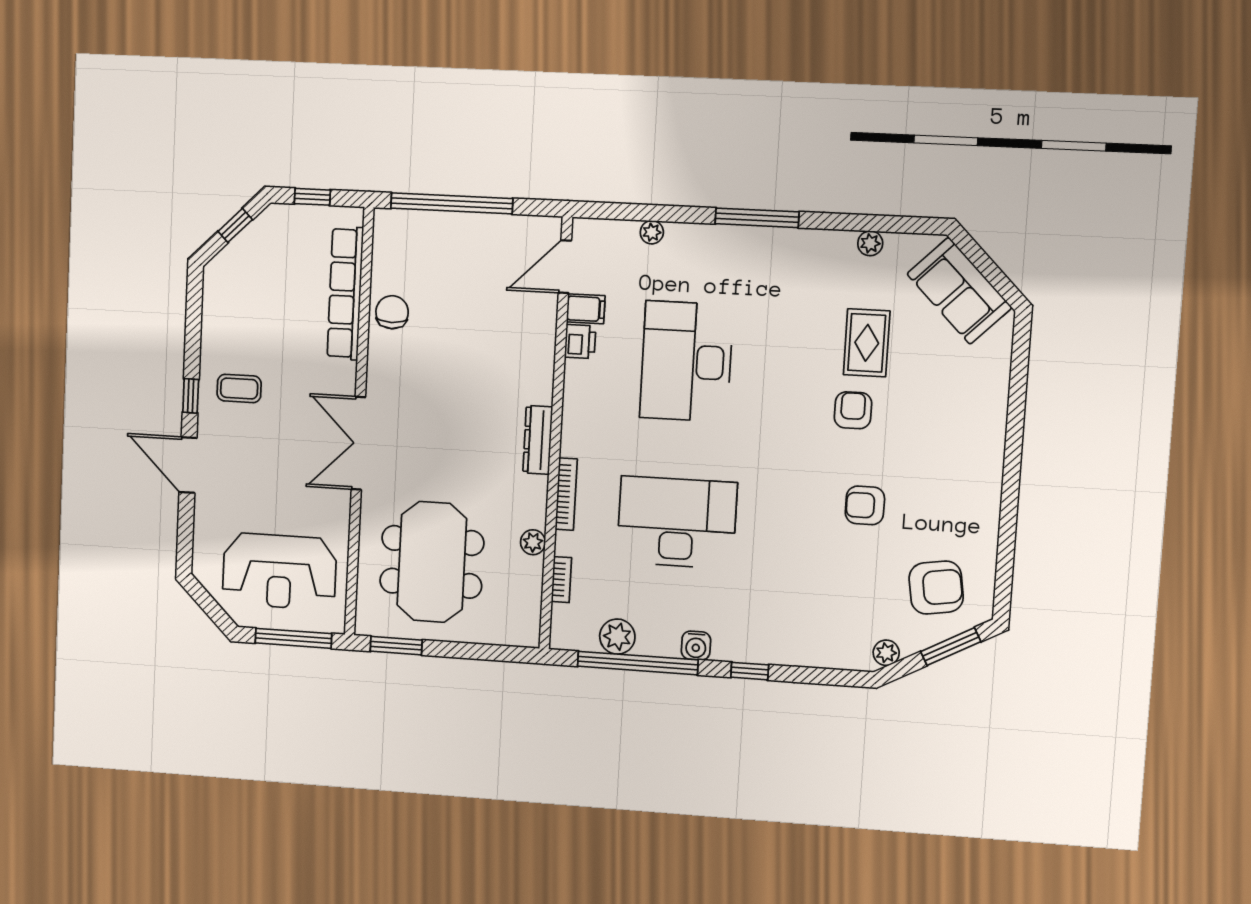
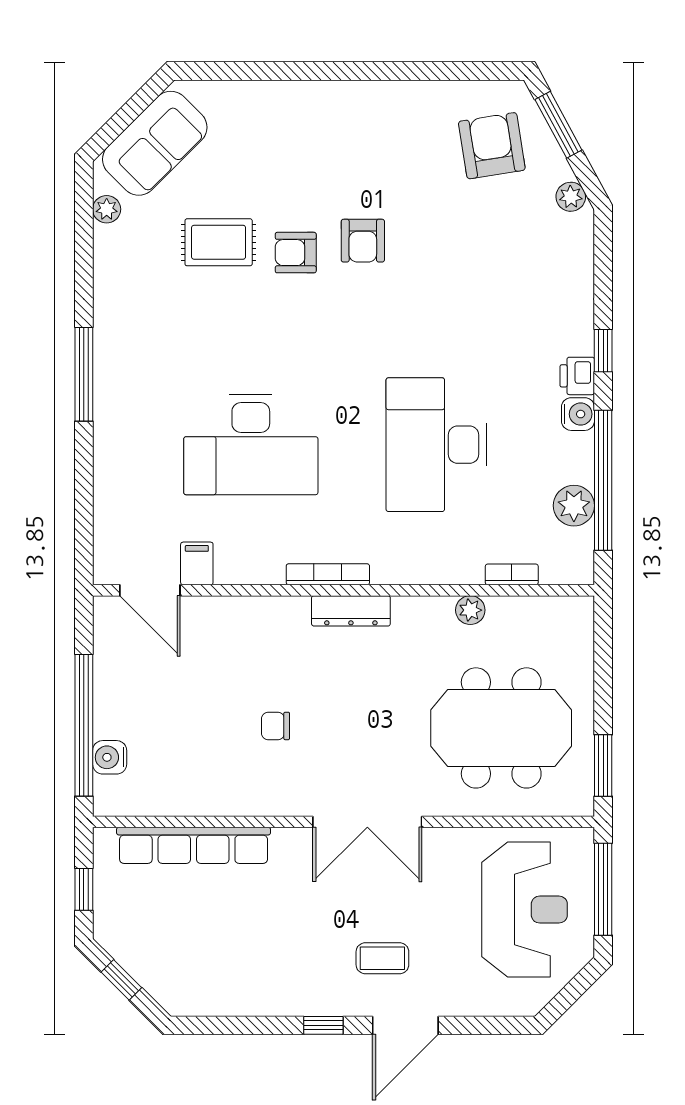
water cooler: (423, 224) -> (110, 757), added
plant: (652, 232) -> (106, 493), removed
plant: (870, 243) -> (107, 209), moved
chair: (392, 312) -> (276, 726), moved, width x0.73, depth x0.73
printer: (580, 342) -> (577, 376), moved, turned -90
coffee table: (239, 388) -> (382, 958), moved, turned 90
bookcase: (566, 494) -> (328, 574), moved
armchair: (865, 505) -> (363, 241), moved

